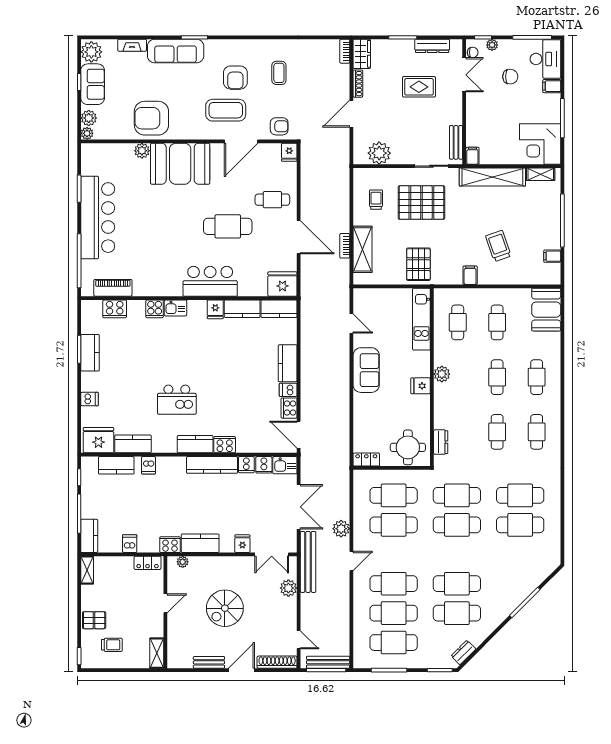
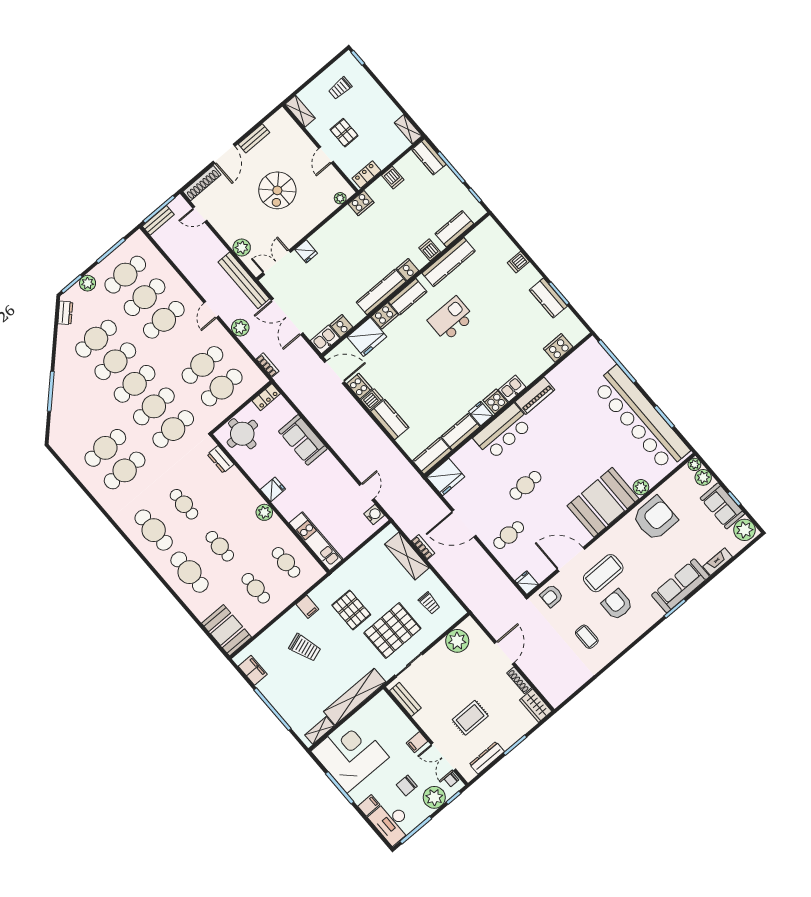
plant: (492, 45) -> (434, 797), width x1.88, depth x1.88
bookcase: (345, 51) -> (267, 365), moved
door: (241, 141) -> (571, 559), hinge flipped
corner desk: (540, 144) -> (350, 754), width x1.36, depth x1.36
filing cabinet: (472, 156) -> (417, 742), moved, turned 90
bar counter: (98, 218) -> (641, 418), width x1.36
cafe table: (228, 226) -> (525, 485), width x0.73, depth x0.74
filing cabinet: (552, 256) -> (253, 670), width x2.00
pallet: (418, 264) -> (351, 610), moved
piano: (113, 288) -> (535, 396), moved
water cooler: (361, 302) -> (374, 515), added
cooker: (155, 309) -> (495, 401), moved
door: (351, 324) -> (367, 492), swing flipped
sofa: (366, 370) -> (303, 440), moved
cafe table: (537, 377) -> (190, 572), width x1.37, depth x1.35
cafe table: (537, 432) -> (154, 530), width x1.37, depth x1.35
fridge: (98, 440) -> (367, 337), moved
kitchen counter: (133, 444) -> (449, 262), width x1.50
cooker: (246, 465) -> (408, 270), moved
kitchen counter: (200, 543) -> (339, 224), removed
cafe table: (457, 554) -> (135, 384), added
spiral stairs: (225, 608) -> (277, 190), turned 180
pallet: (94, 620) -> (344, 133), moved, turned 90
plant: (428, 660) -> (88, 283), added
bench: (328, 662) -> (158, 220), width x0.73

